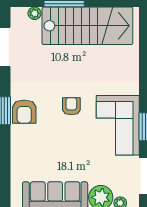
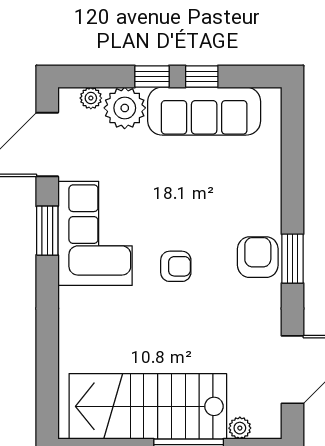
armchair: (71, 106) -> (176, 266), turned -90

